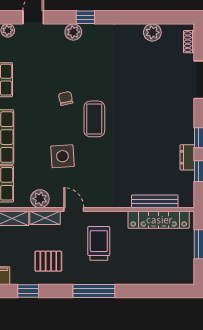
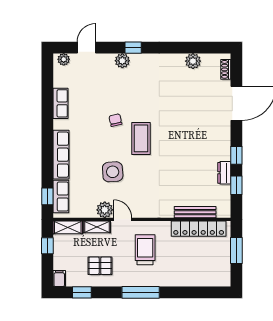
plant: (40, 199) -> (105, 210), moved

